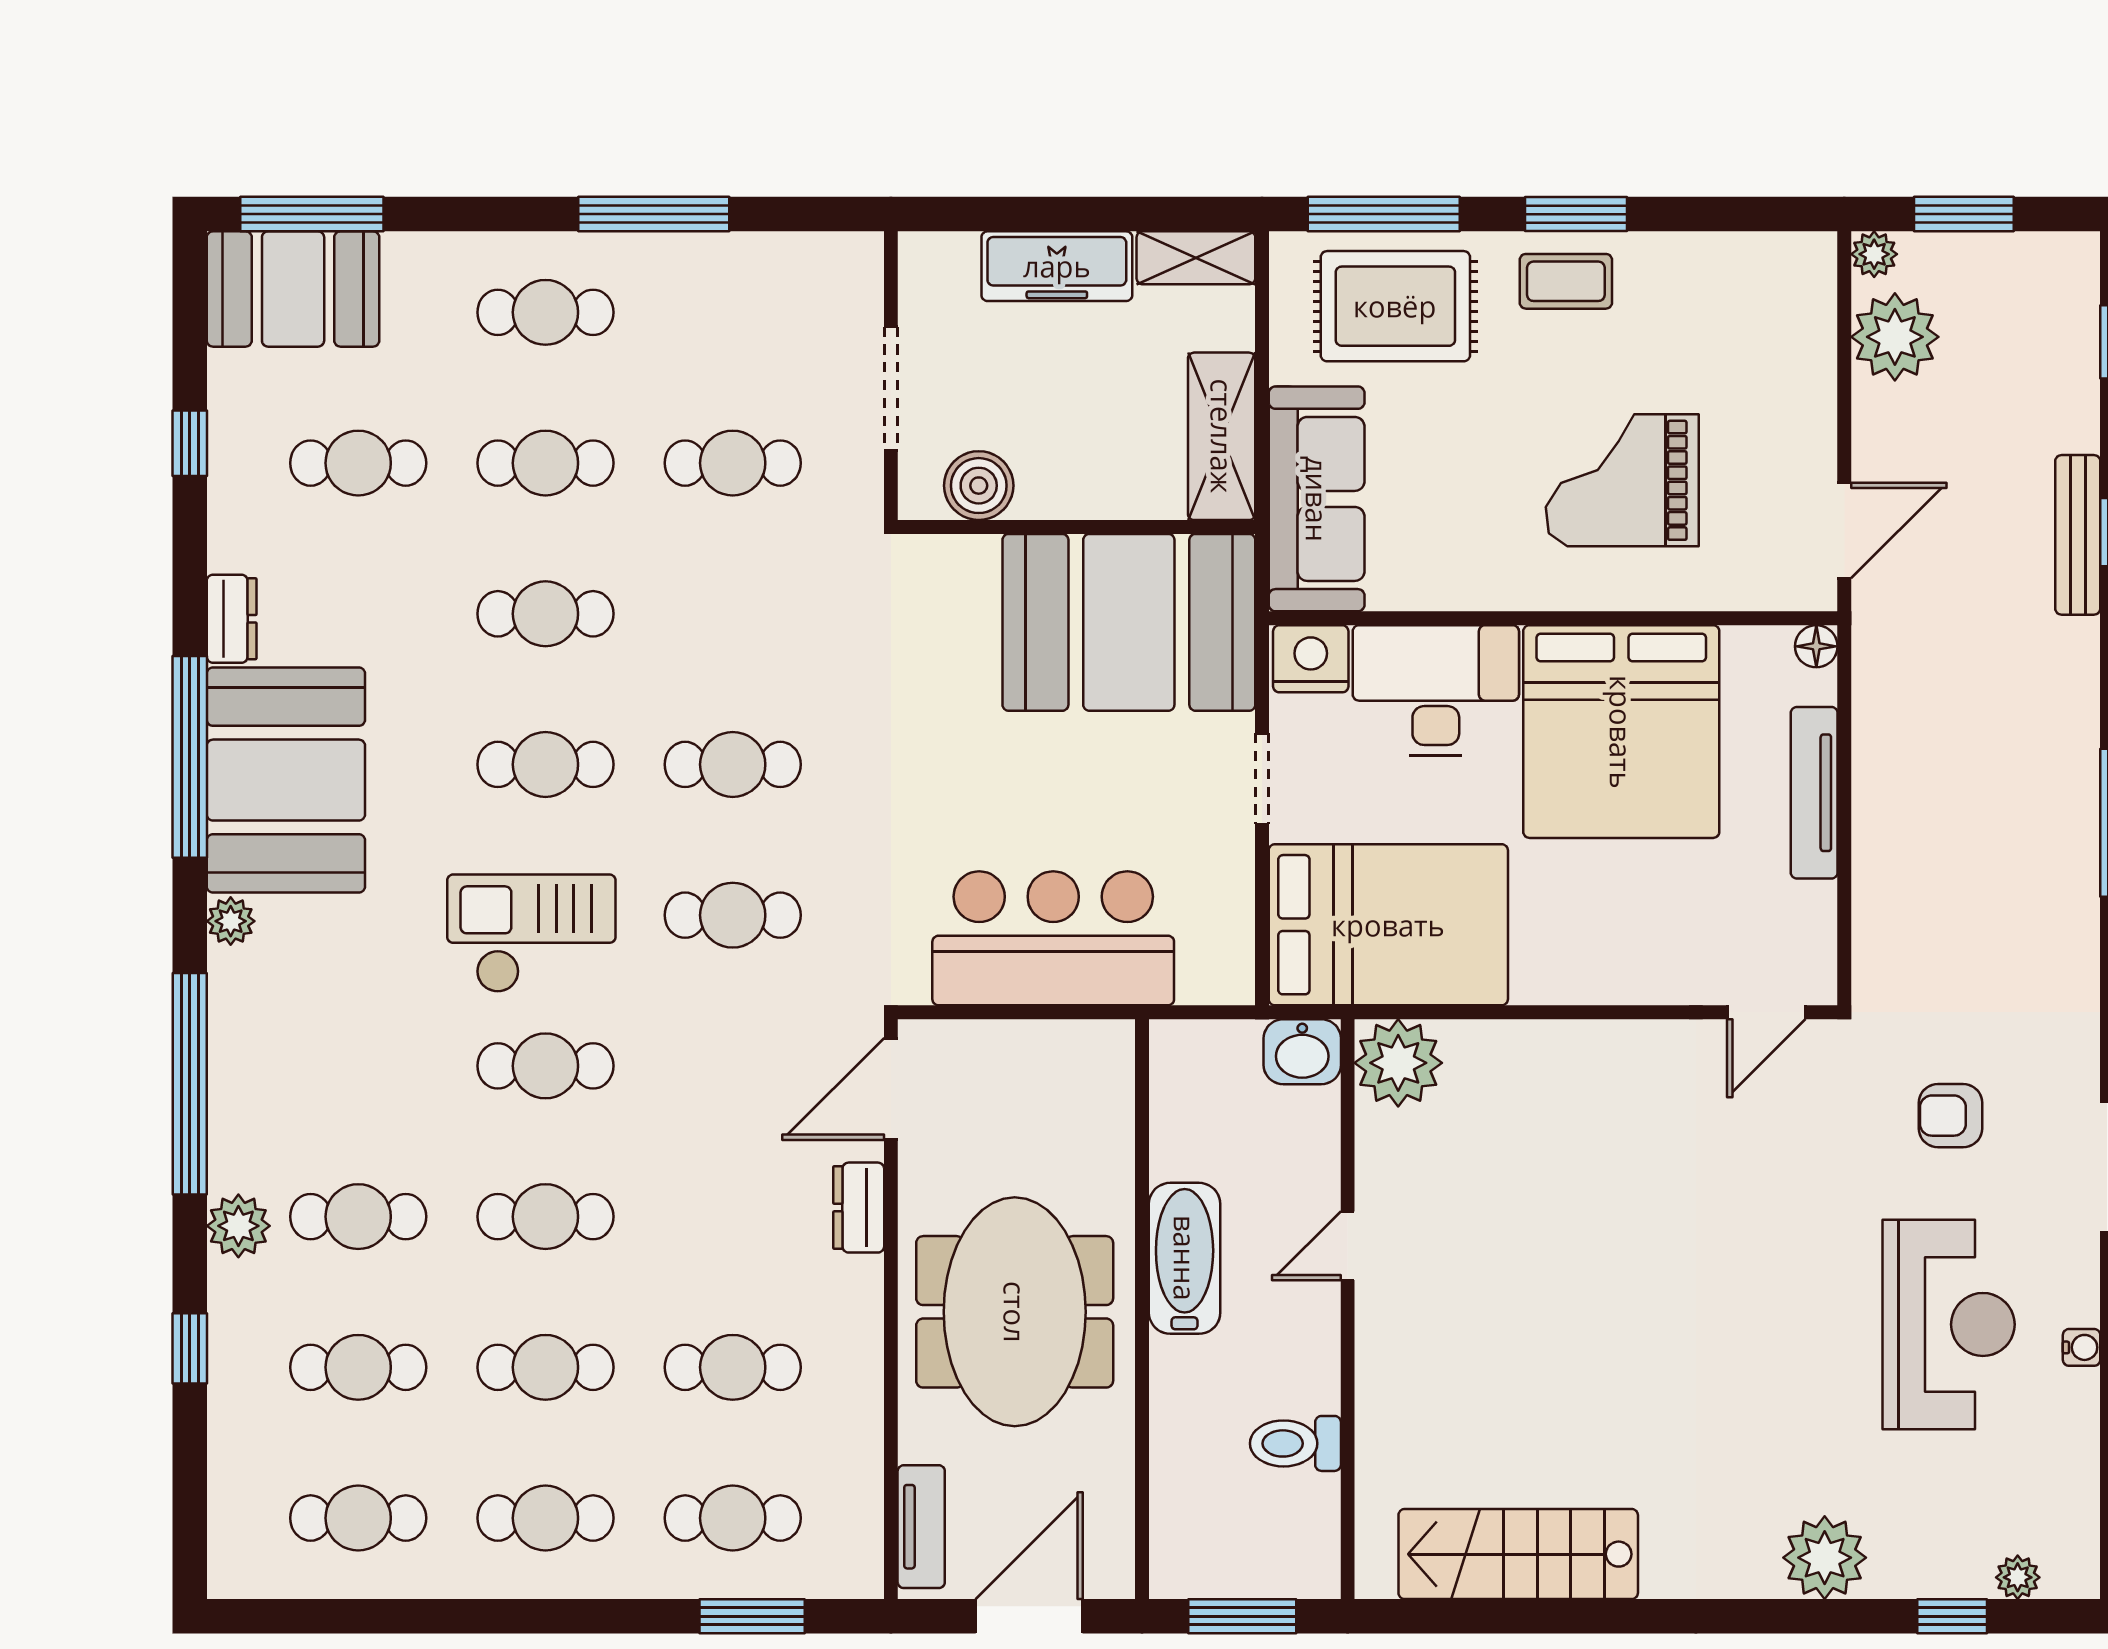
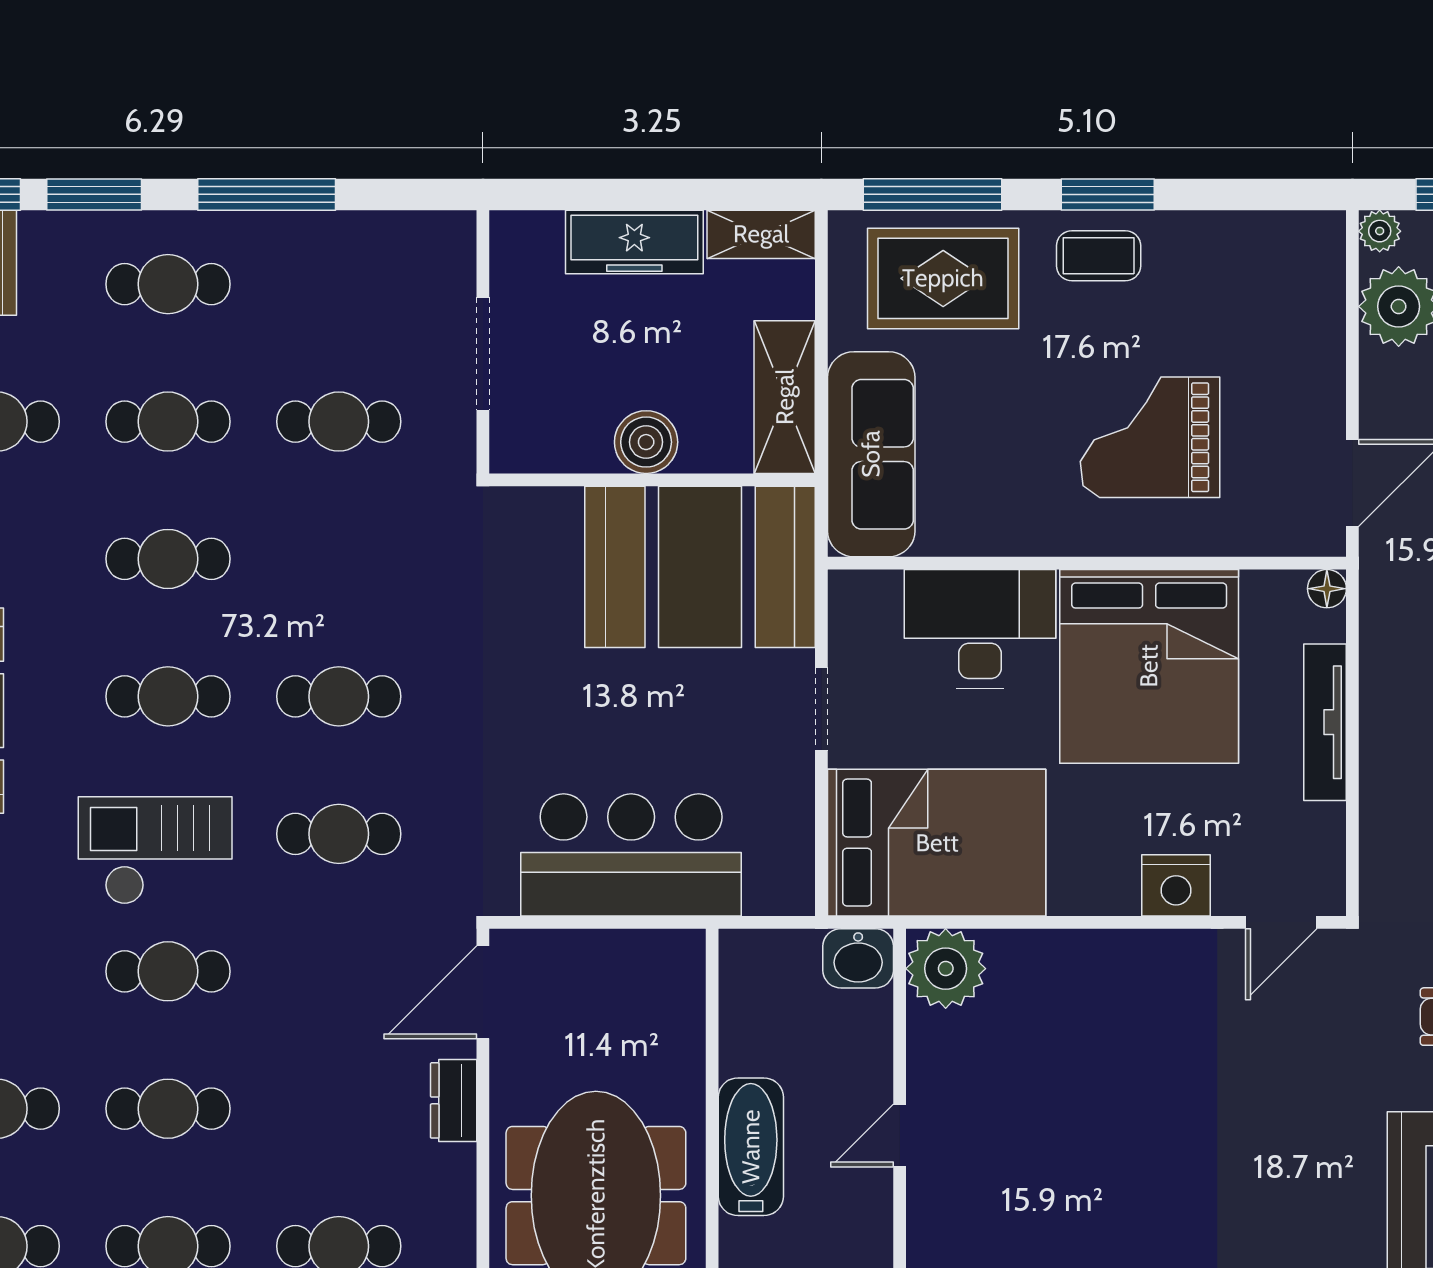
window: (464, 214) -> (94, 194), added
boiler: (979, 486) -> (646, 442), moved
nightstand: (1311, 659) -> (1176, 885), moved, turned 180

